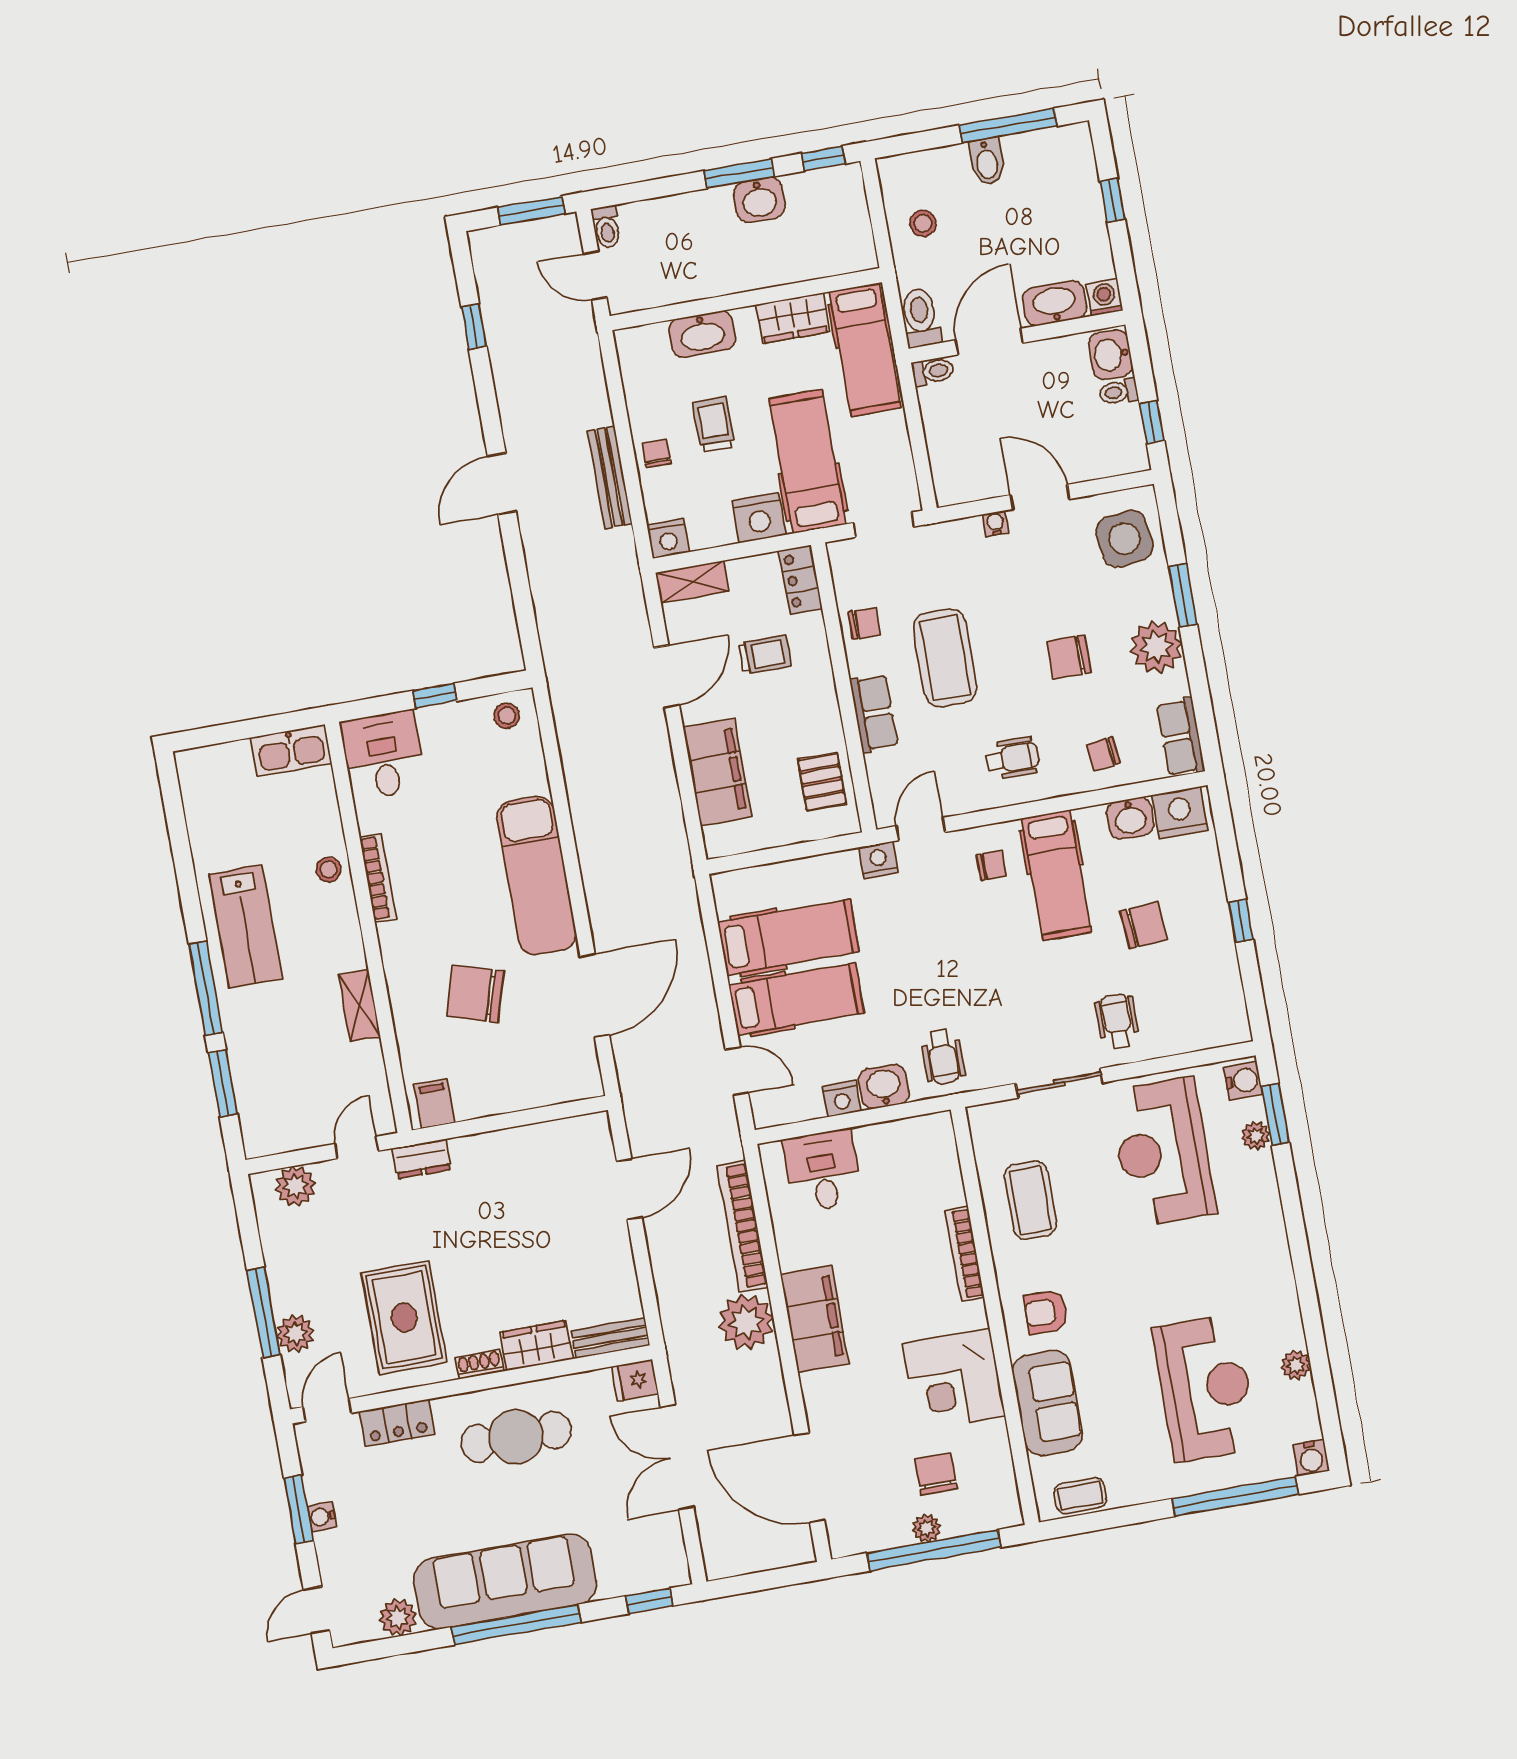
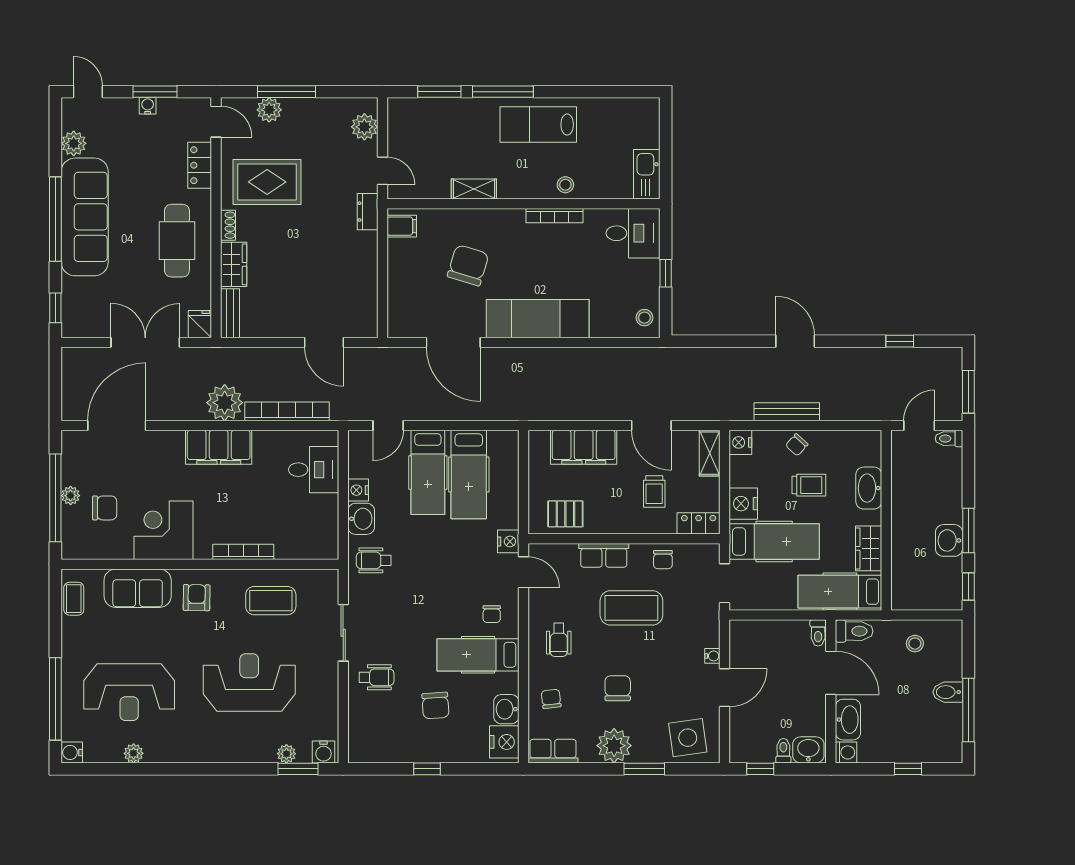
chair: (657, 454) -> (797, 445), turned 132
reception desk: (1163, 1152) -> (249, 682), moved

